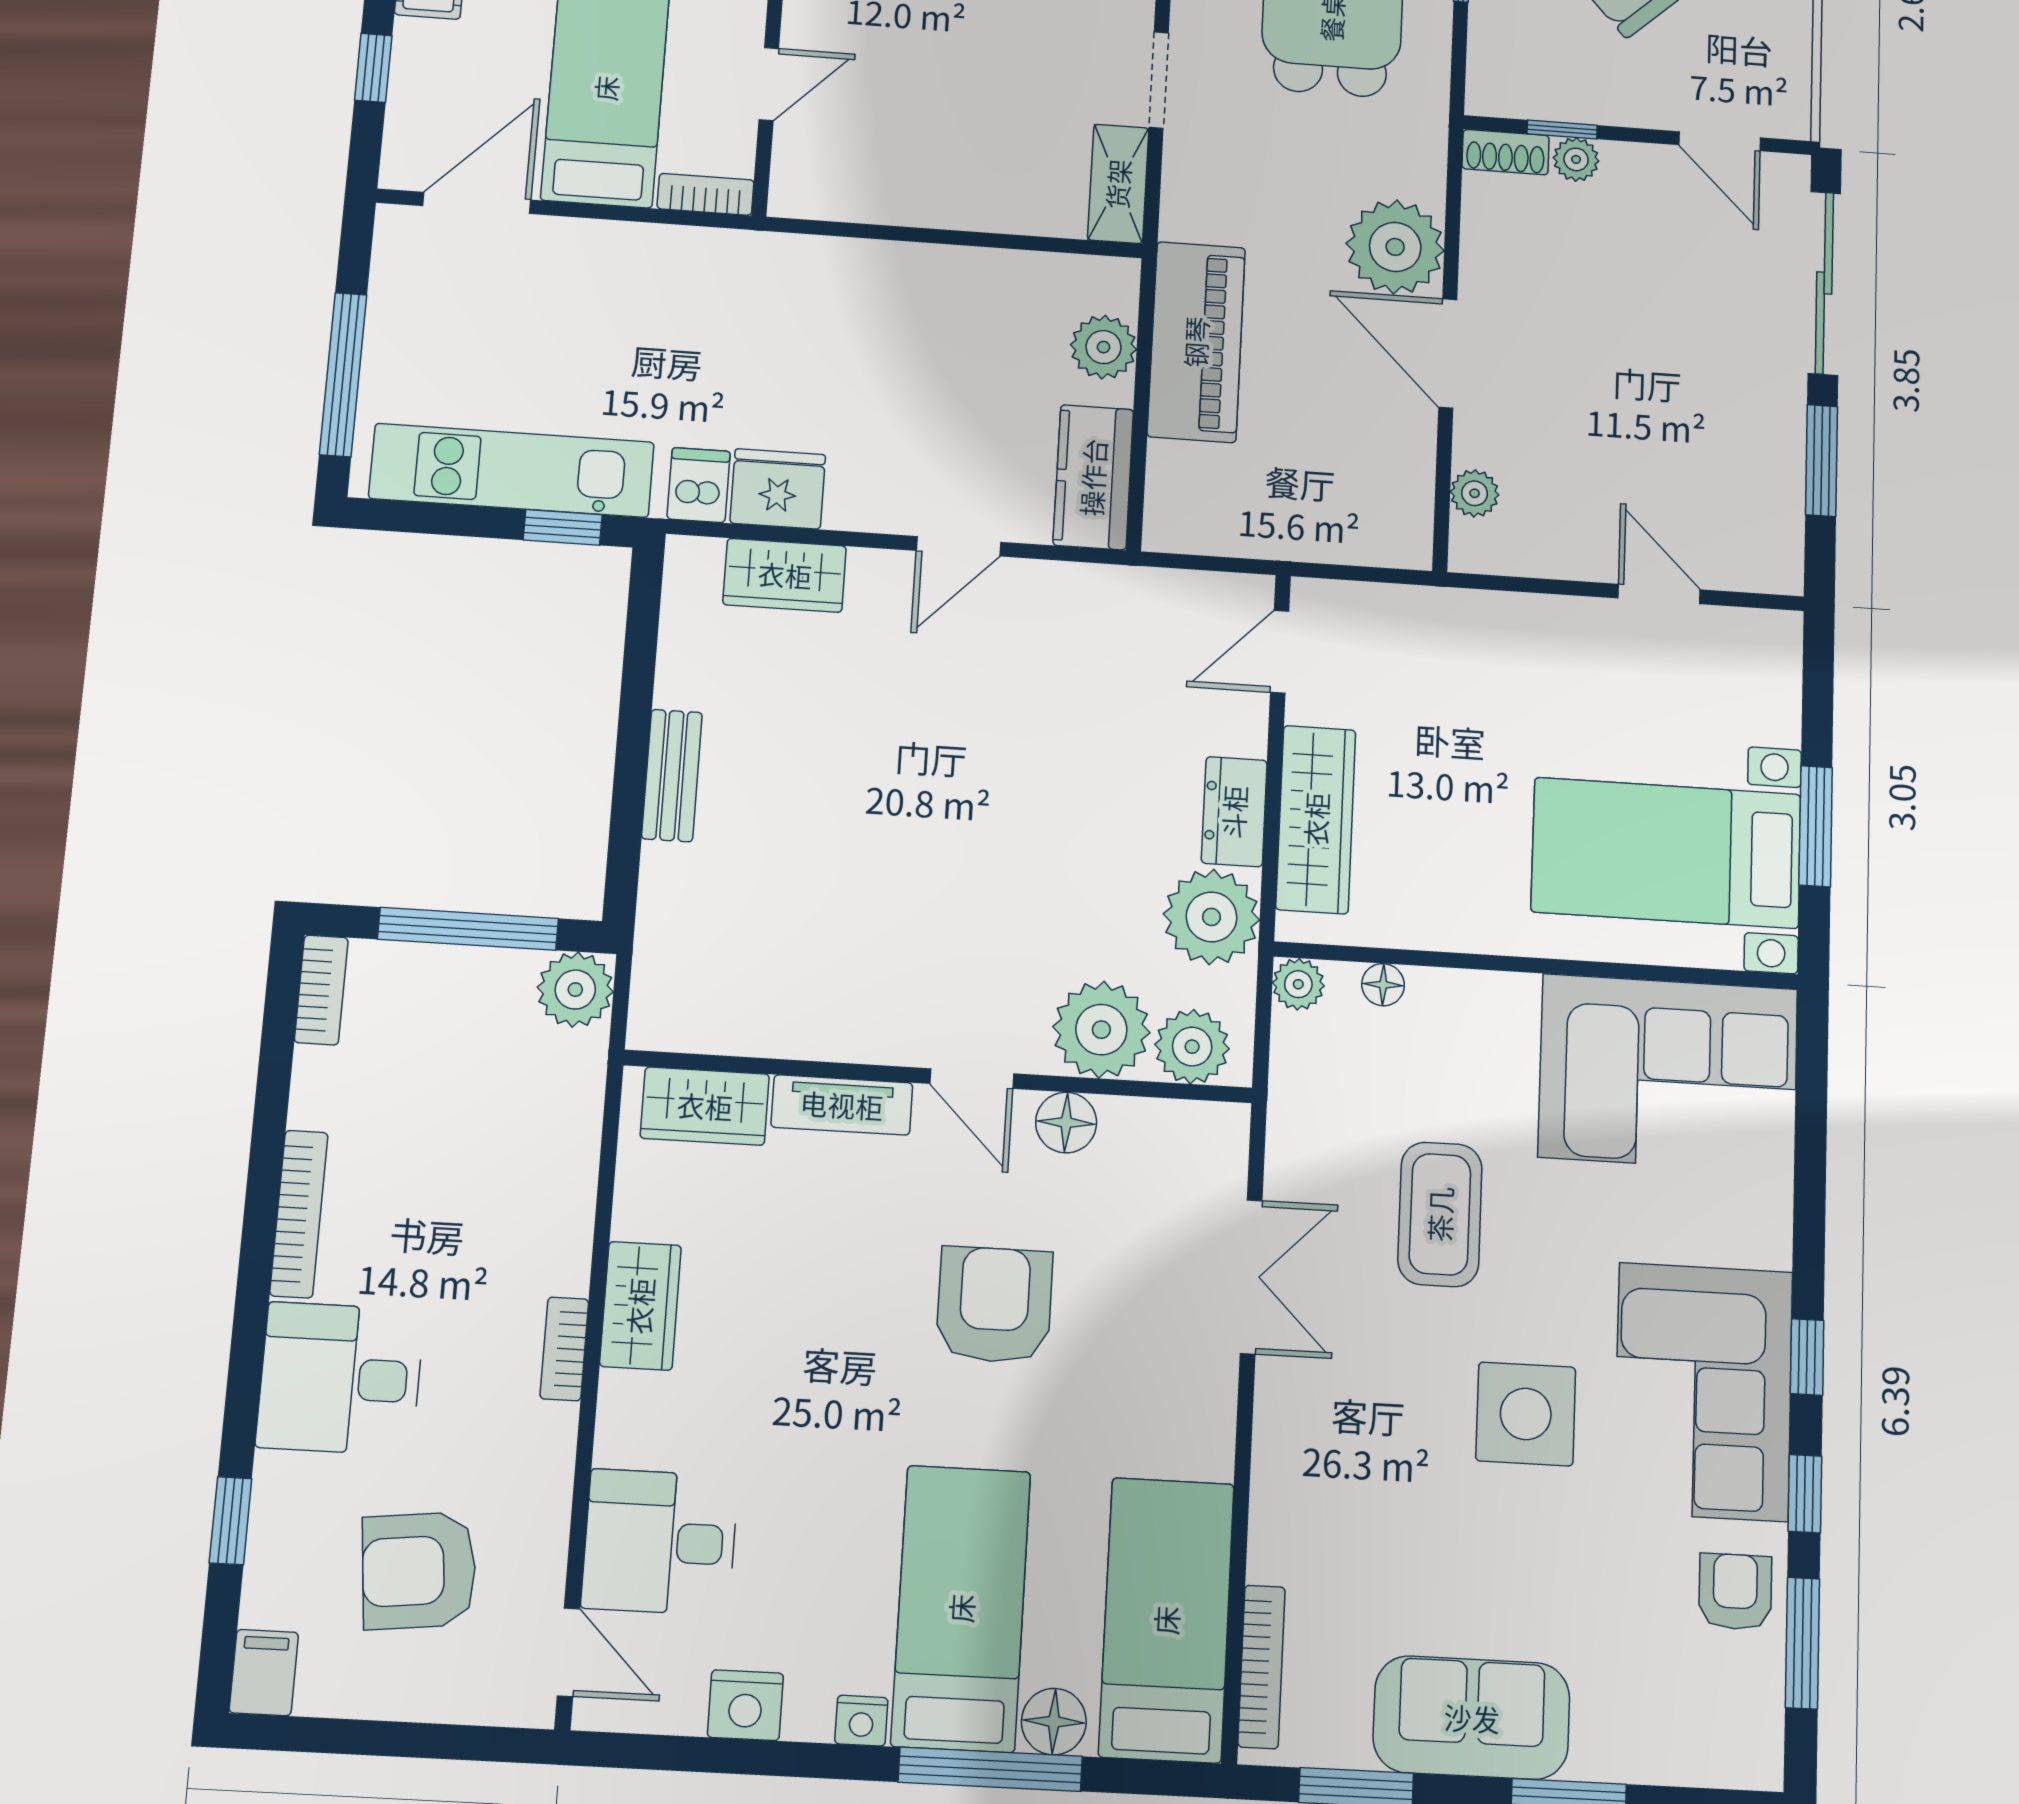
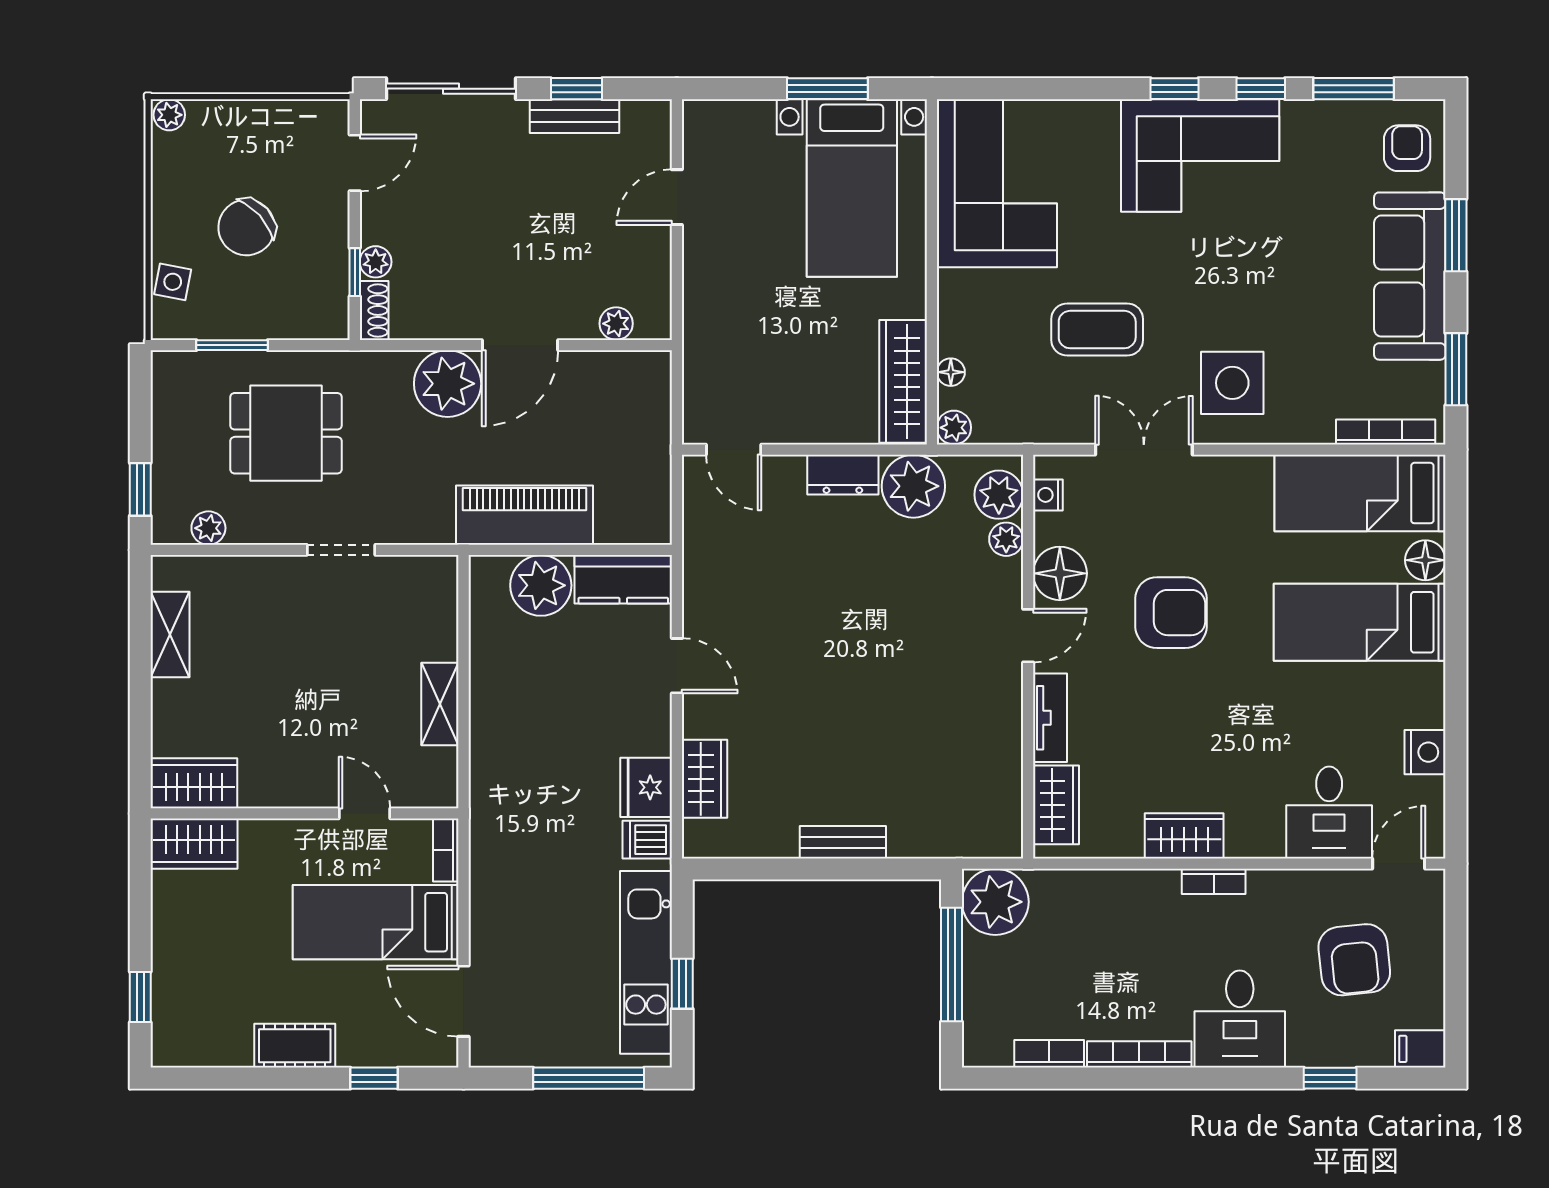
shelving: (1118, 184) -> (440, 704), moved, turned 90
plant: (1104, 347) -> (541, 585), width x1.36, depth x1.36
bench: (1781, 455) -> (574, 116), added
window: (1821, 461) -> (577, 89), width x0.67
window: (563, 527) -> (682, 984), moved
wardrobe: (1316, 819) -> (903, 381), moved, turned -90
bookcase: (321, 990) -> (1049, 1054), moved
plant: (575, 990) -> (995, 902), width x1.36, depth x1.36
plant: (1101, 1030) -> (1006, 539), width x0.53, depth x0.53
floor lamp: (1066, 1123) -> (1060, 573), width x1.38, depth x1.38
armchair: (994, 1305) -> (1171, 613), turned 180
side table: (1526, 1414) -> (1232, 383), moved
armchair: (1735, 1592) -> (1407, 148), moved, turned 90
sofa: (1472, 1718) -> (1410, 276), width x1.36
nightstand: (861, 1721) -> (1048, 495), moved, turned 180
window: (990, 1769) -> (1456, 598), removed

